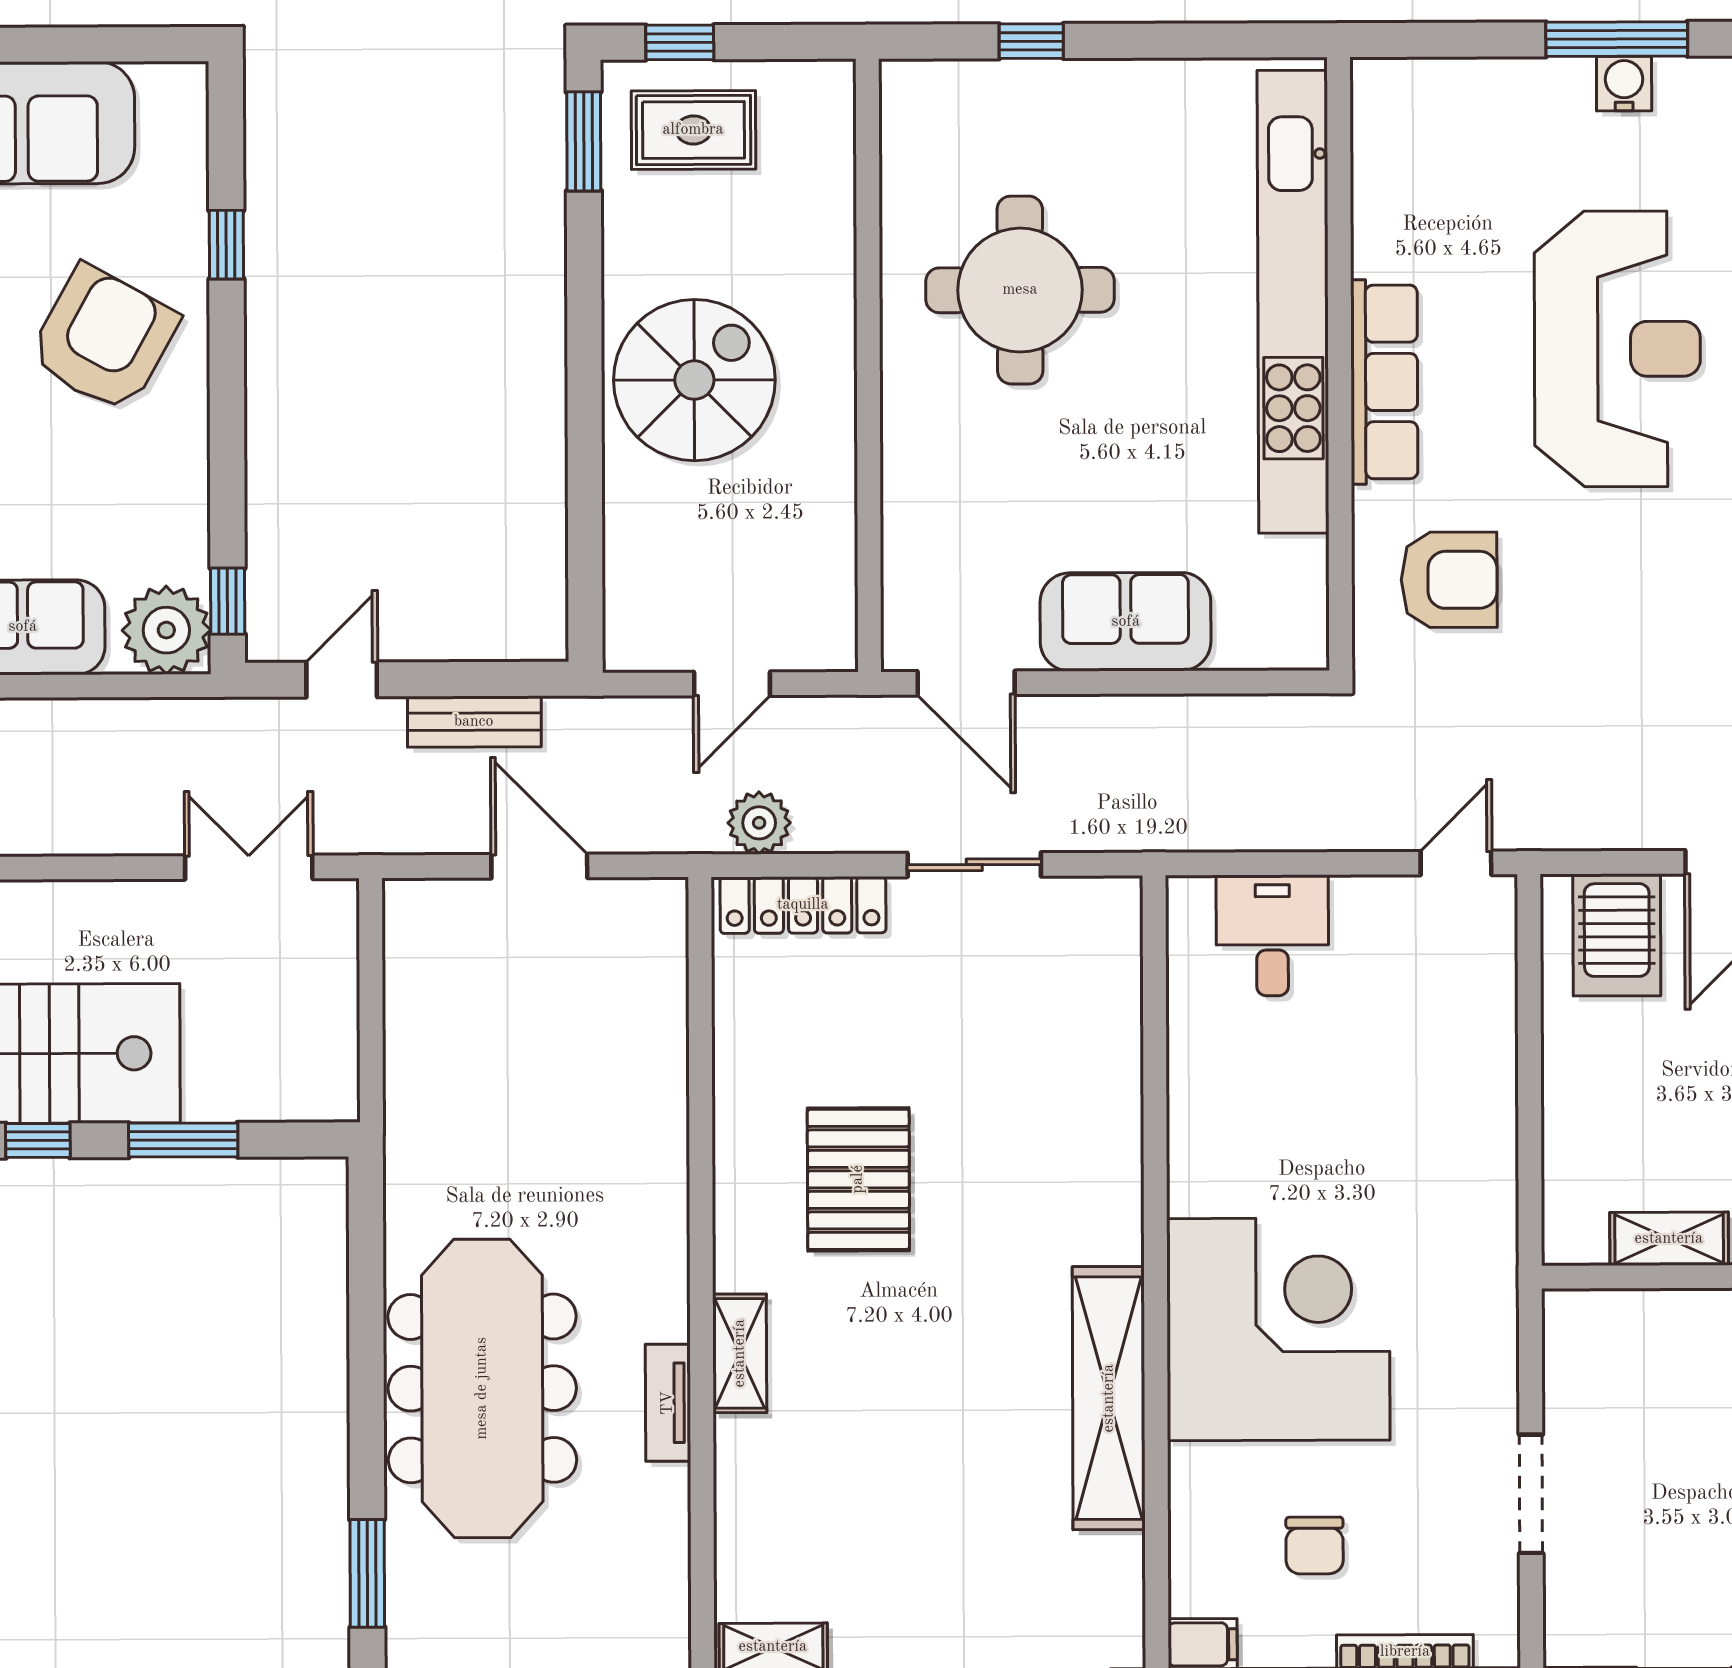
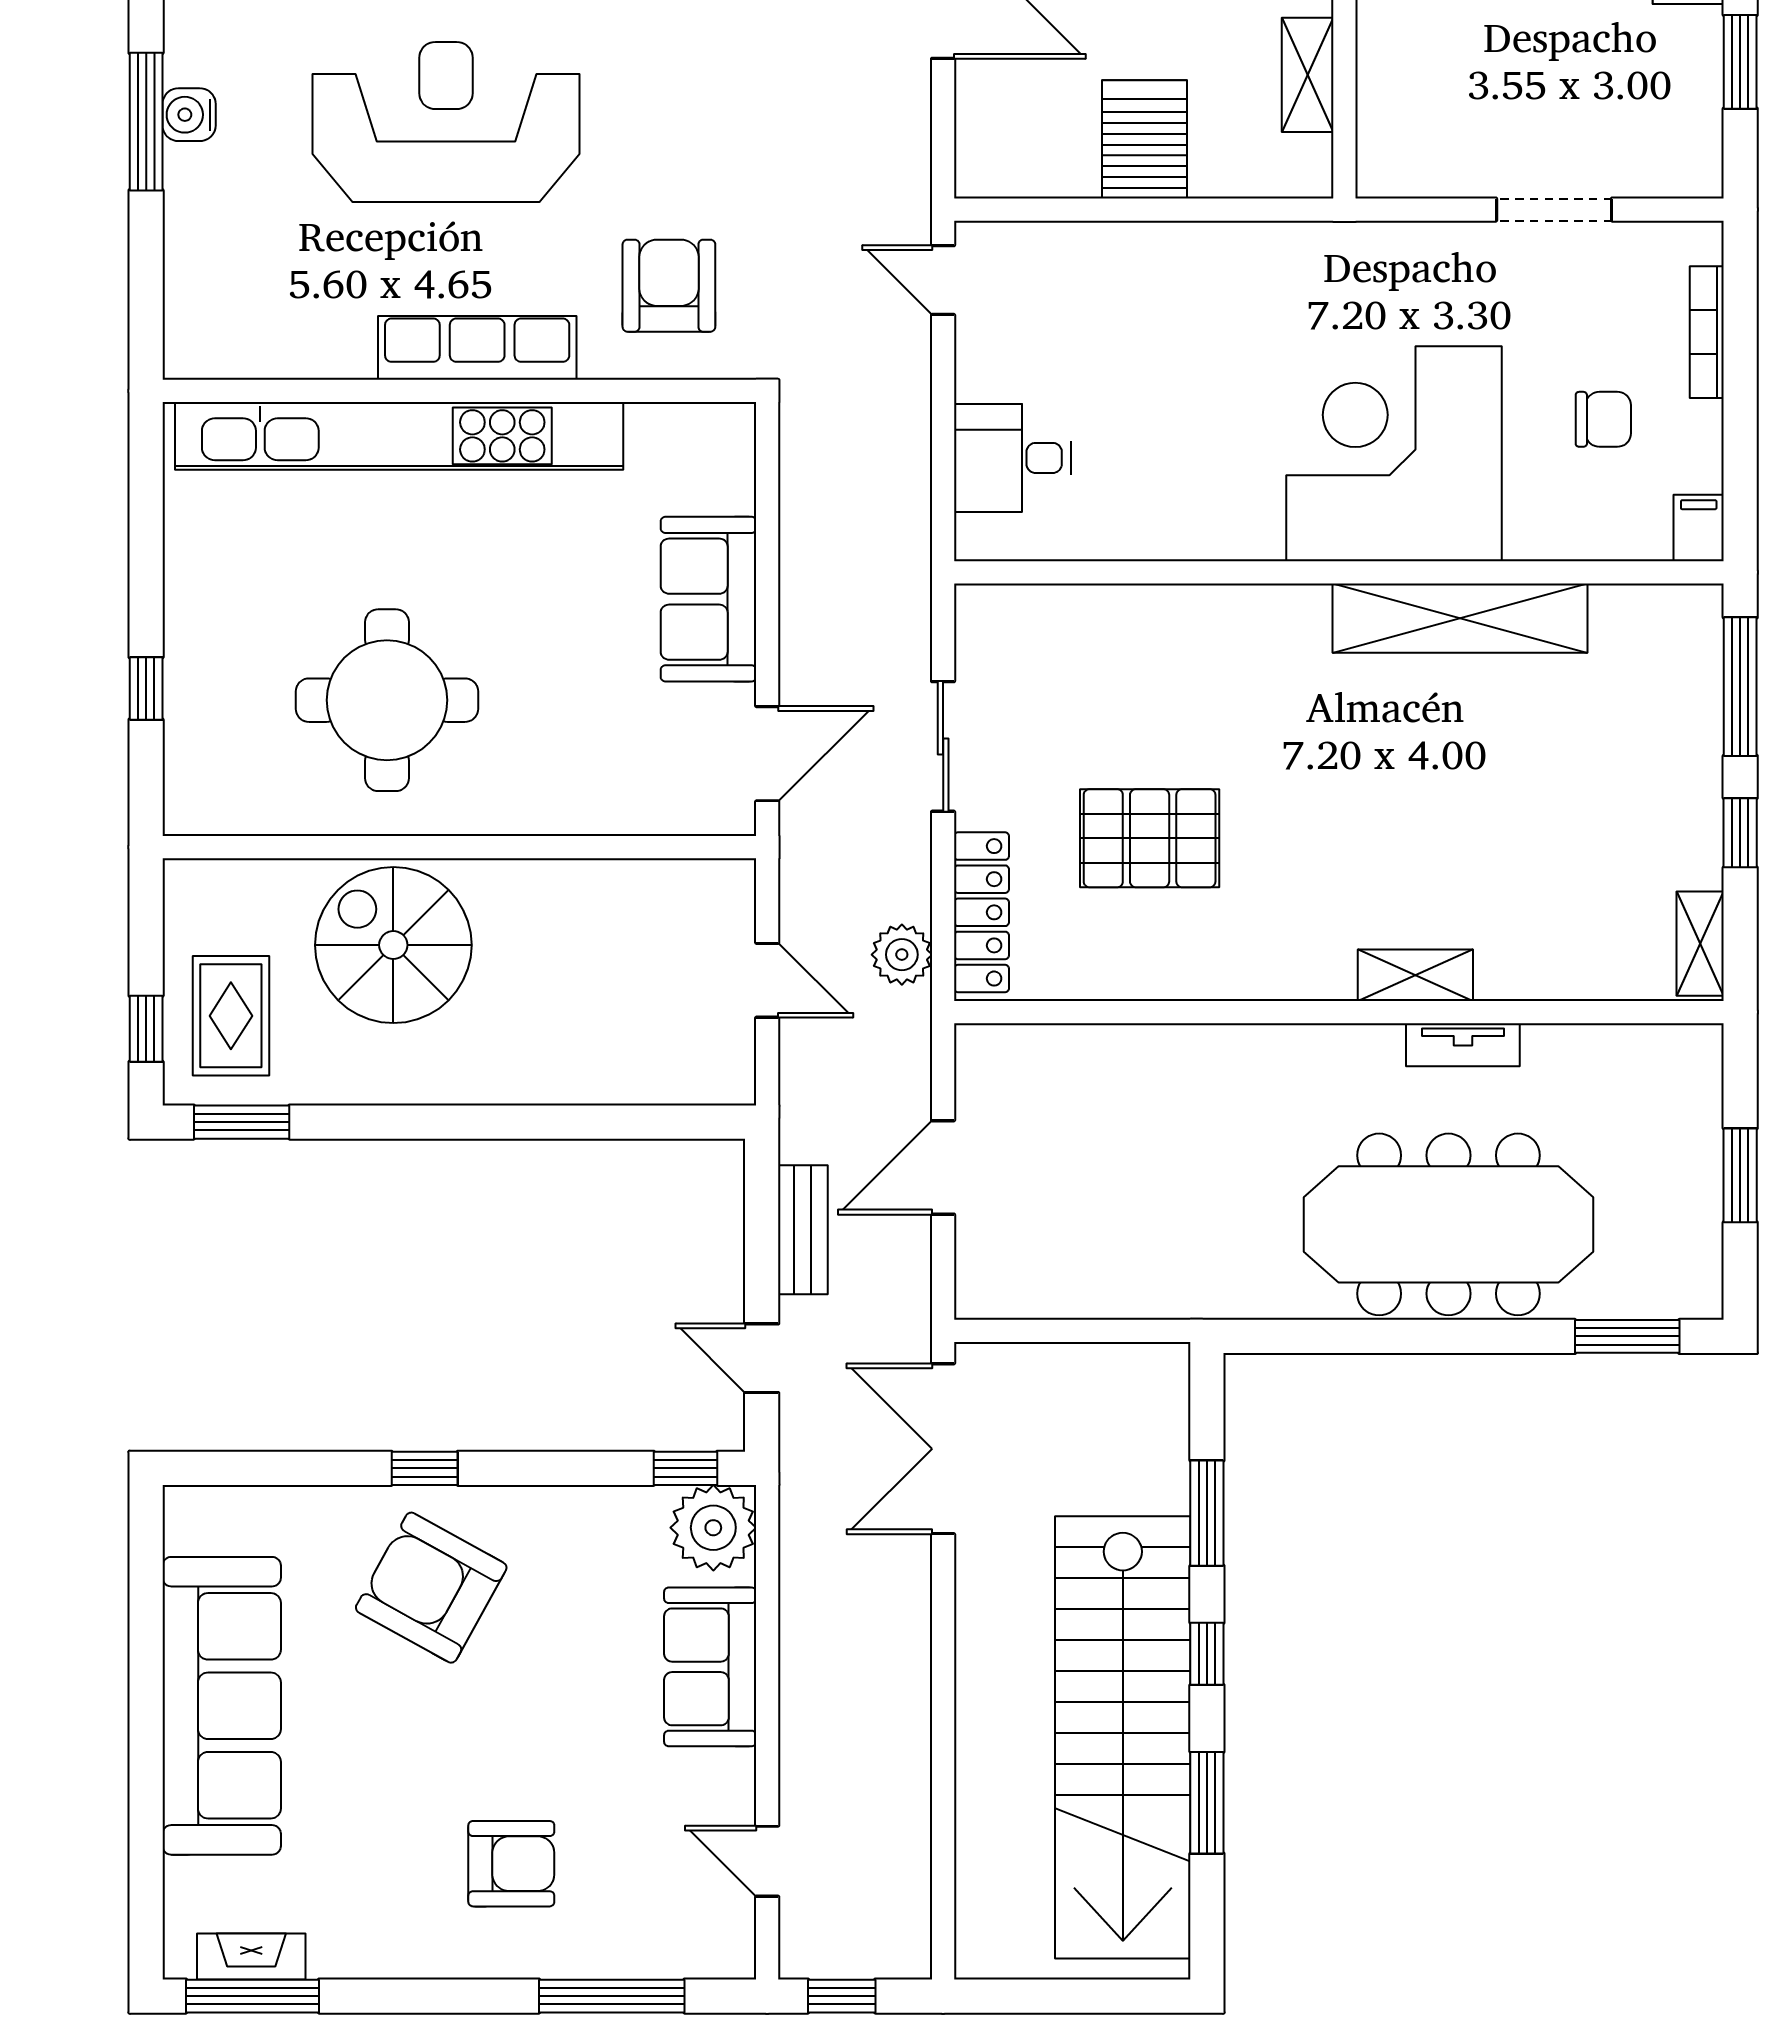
window: (226, 245) -> (425, 1468), moved
spiral stairs: (694, 380) -> (393, 945), moved
double door: (249, 867) -> (943, 1449), width x1.37
server rack: (1617, 935) -> (1144, 139), moved, turned -90
pallet: (858, 1179) -> (1150, 838), moved

